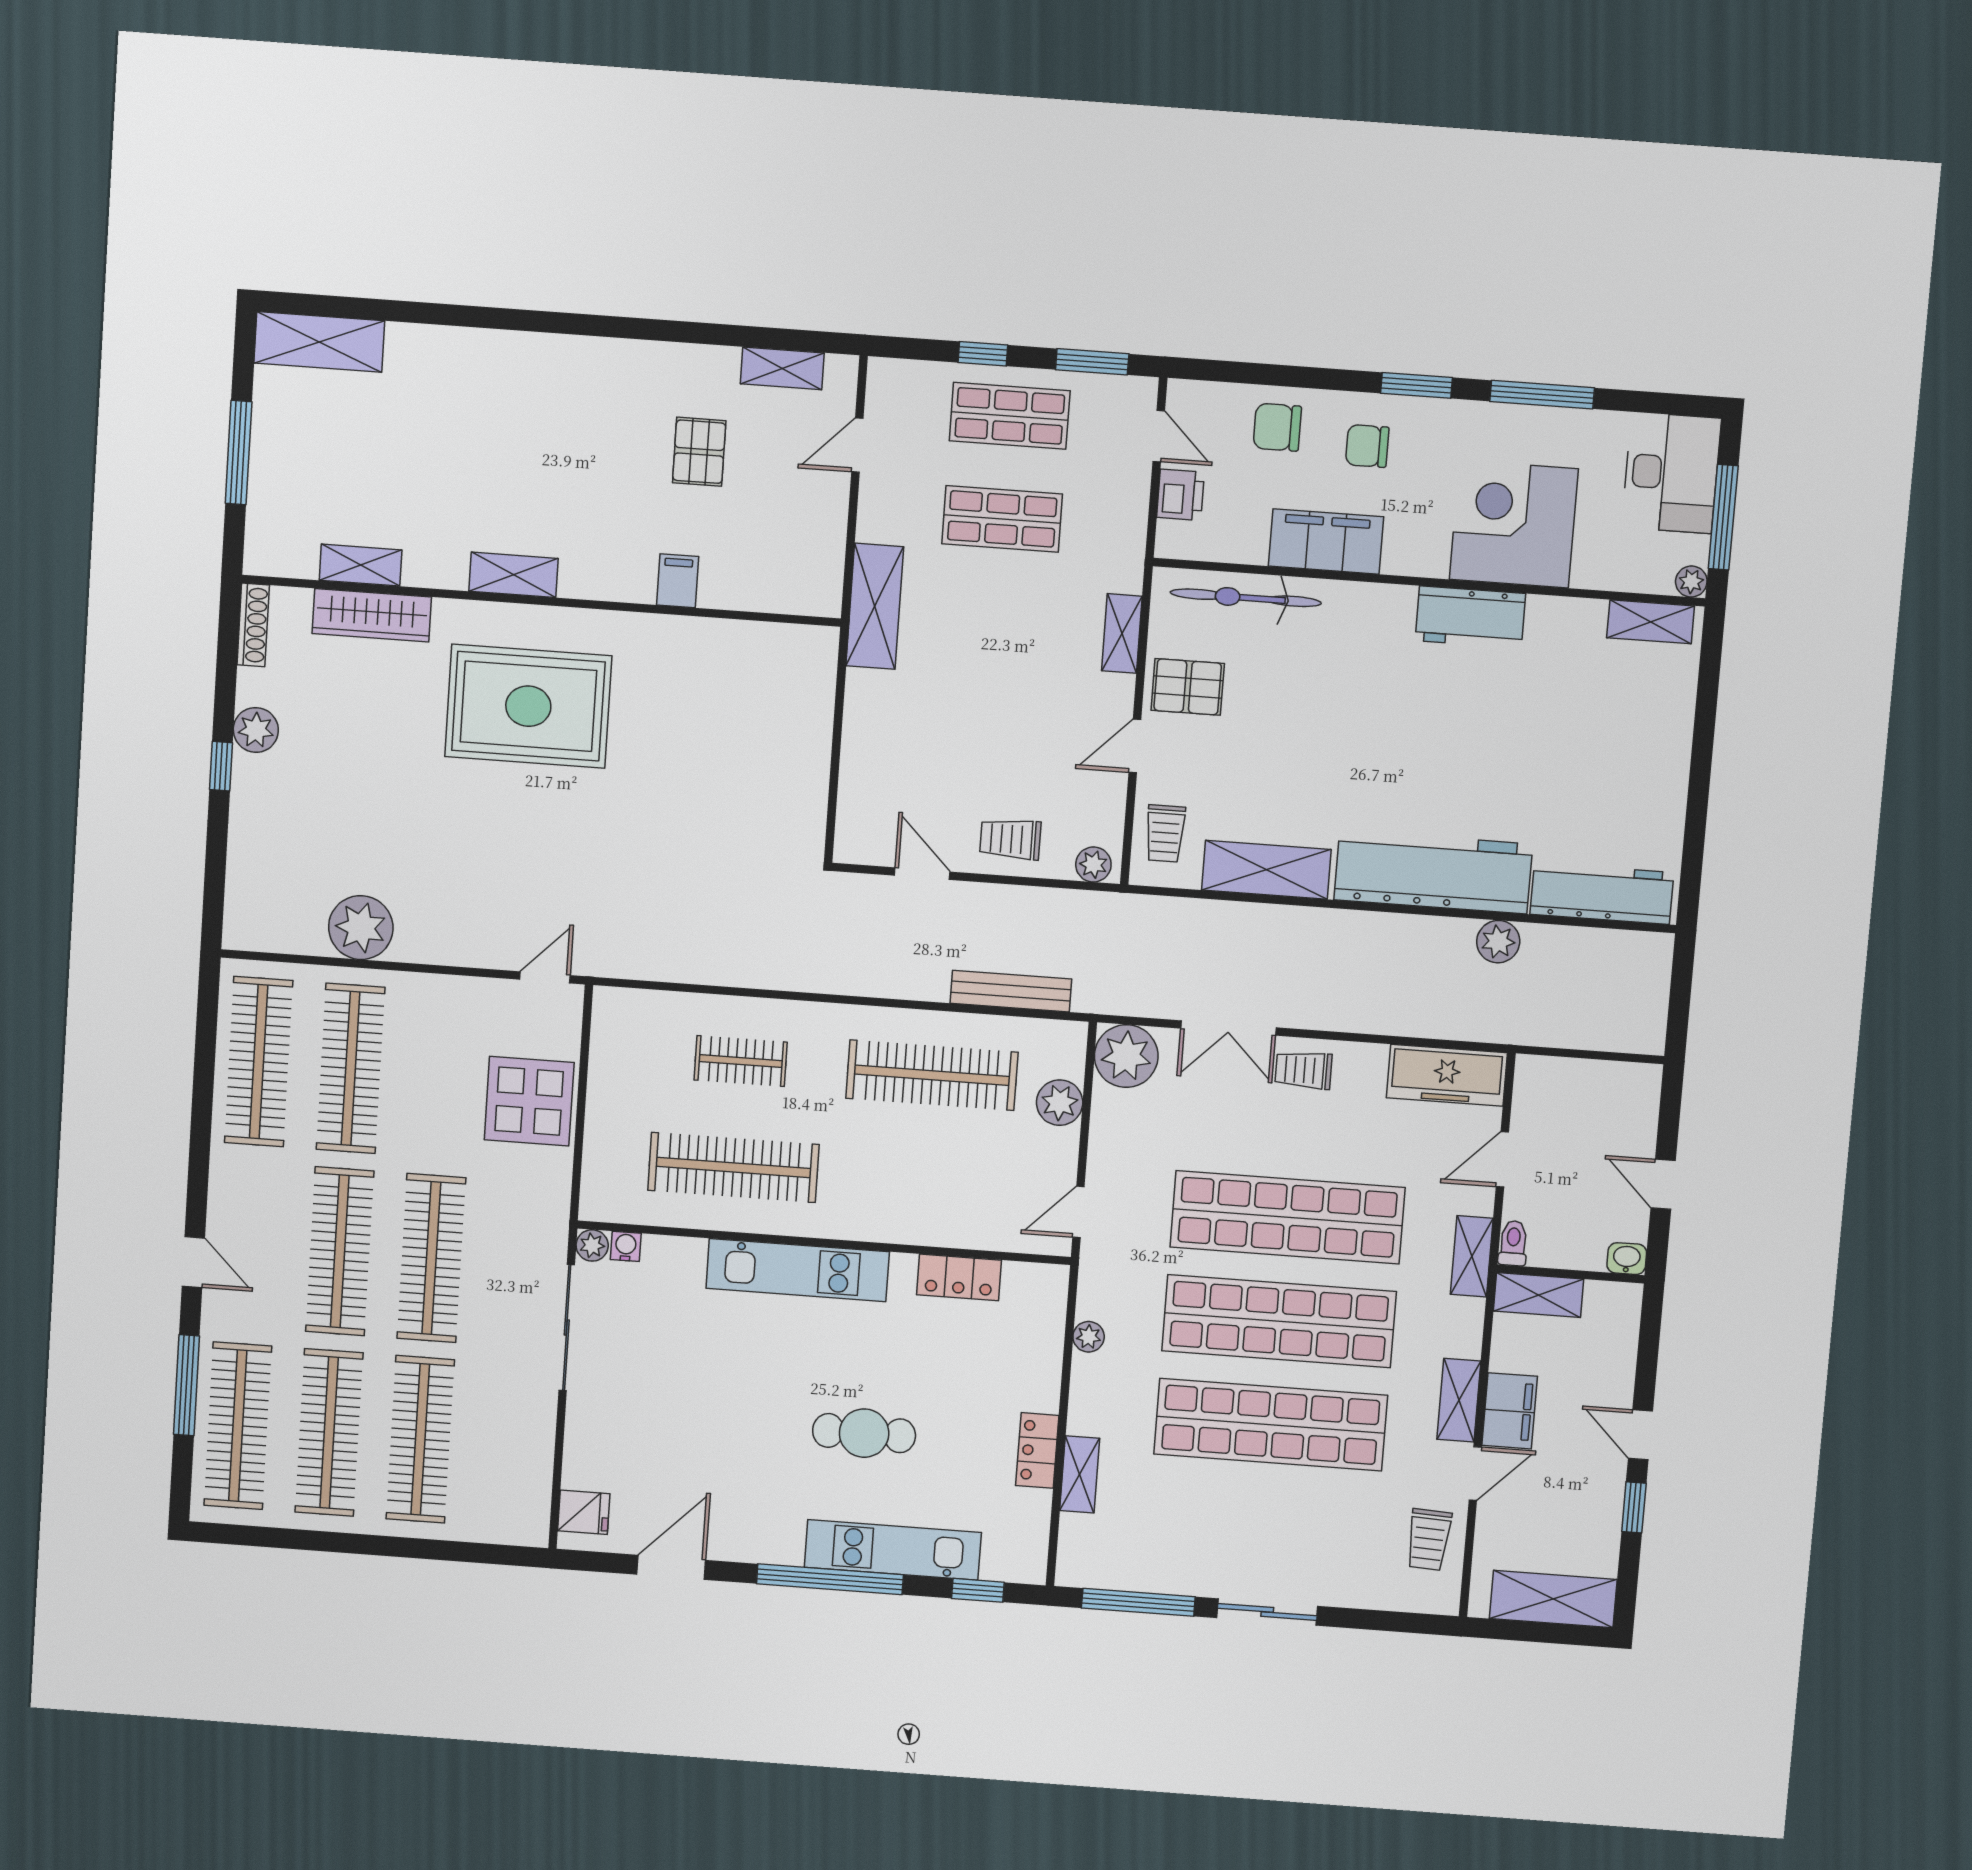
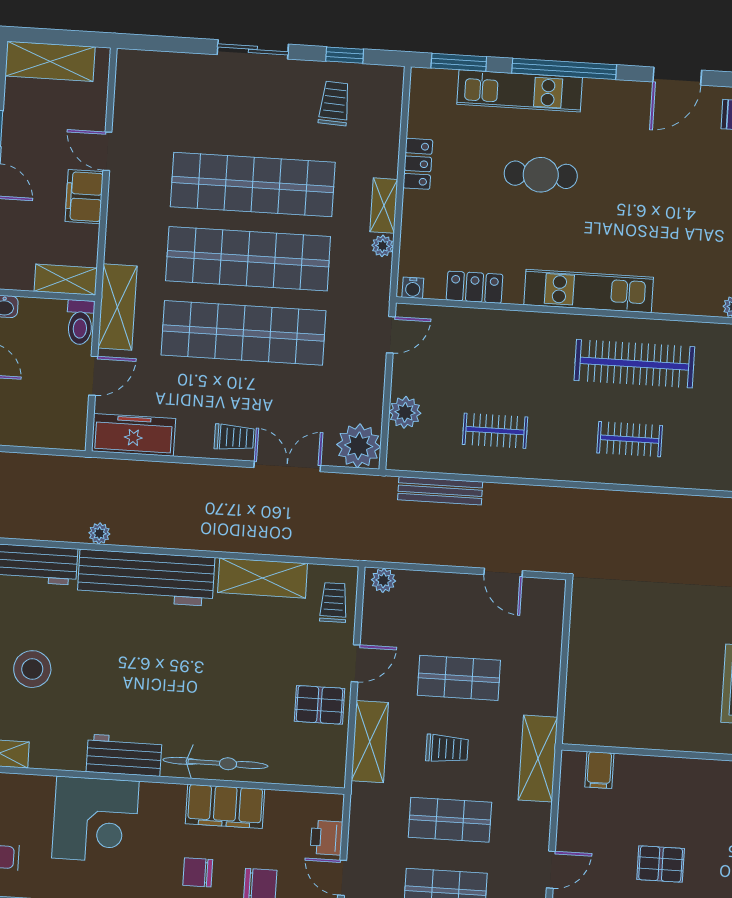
chair: (1367, 446) -> (198, 872), turned 180
pallet: (699, 452) -> (661, 864), turned 90
filing cabinet: (678, 581) -> (599, 770), moved
bicycle: (1246, 598) -> (215, 763), moved
shelving: (1122, 633) -> (370, 742), width x1.50, depth x1.33
shop shelf: (987, 724) -> (459, 678), added
stool: (1600, 743) -> (32, 669), added
trolley: (1010, 839) -> (447, 749), moved
plant: (1498, 942) -> (99, 533), width x0.73, depth x0.73
clothes rail: (932, 1075) -> (495, 431), width x0.54, depth x0.76
toilet: (1513, 1243) -> (80, 322), width x1.37, depth x1.39
water cooler: (626, 1246) -> (413, 288), moved
shelving: (1472, 1256) -> (117, 307), width x1.50, depth x1.33
shelving: (1459, 1400) -> (120, 204), removed
shelving: (1080, 1474) -> (384, 206), moved
door: (1475, 1474) -> (107, 151), hinge flipped
trolley: (1429, 1540) -> (334, 103), moved
window: (978, 1590) -> (459, 62), width x1.50
window: (1138, 1602) -> (345, 55), width x0.46

